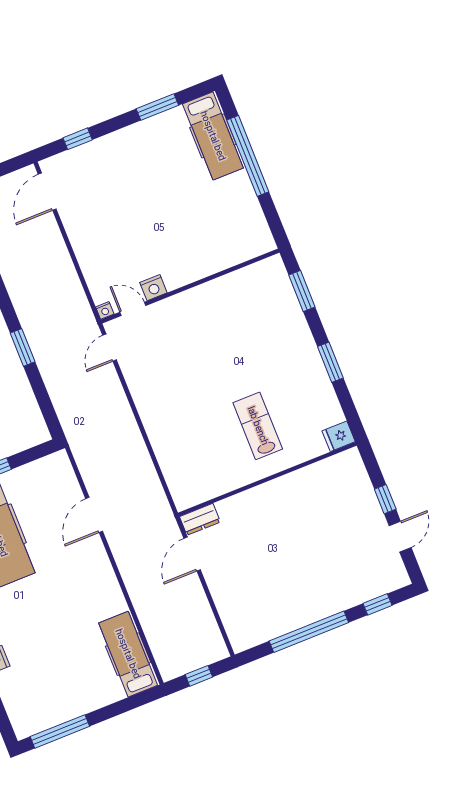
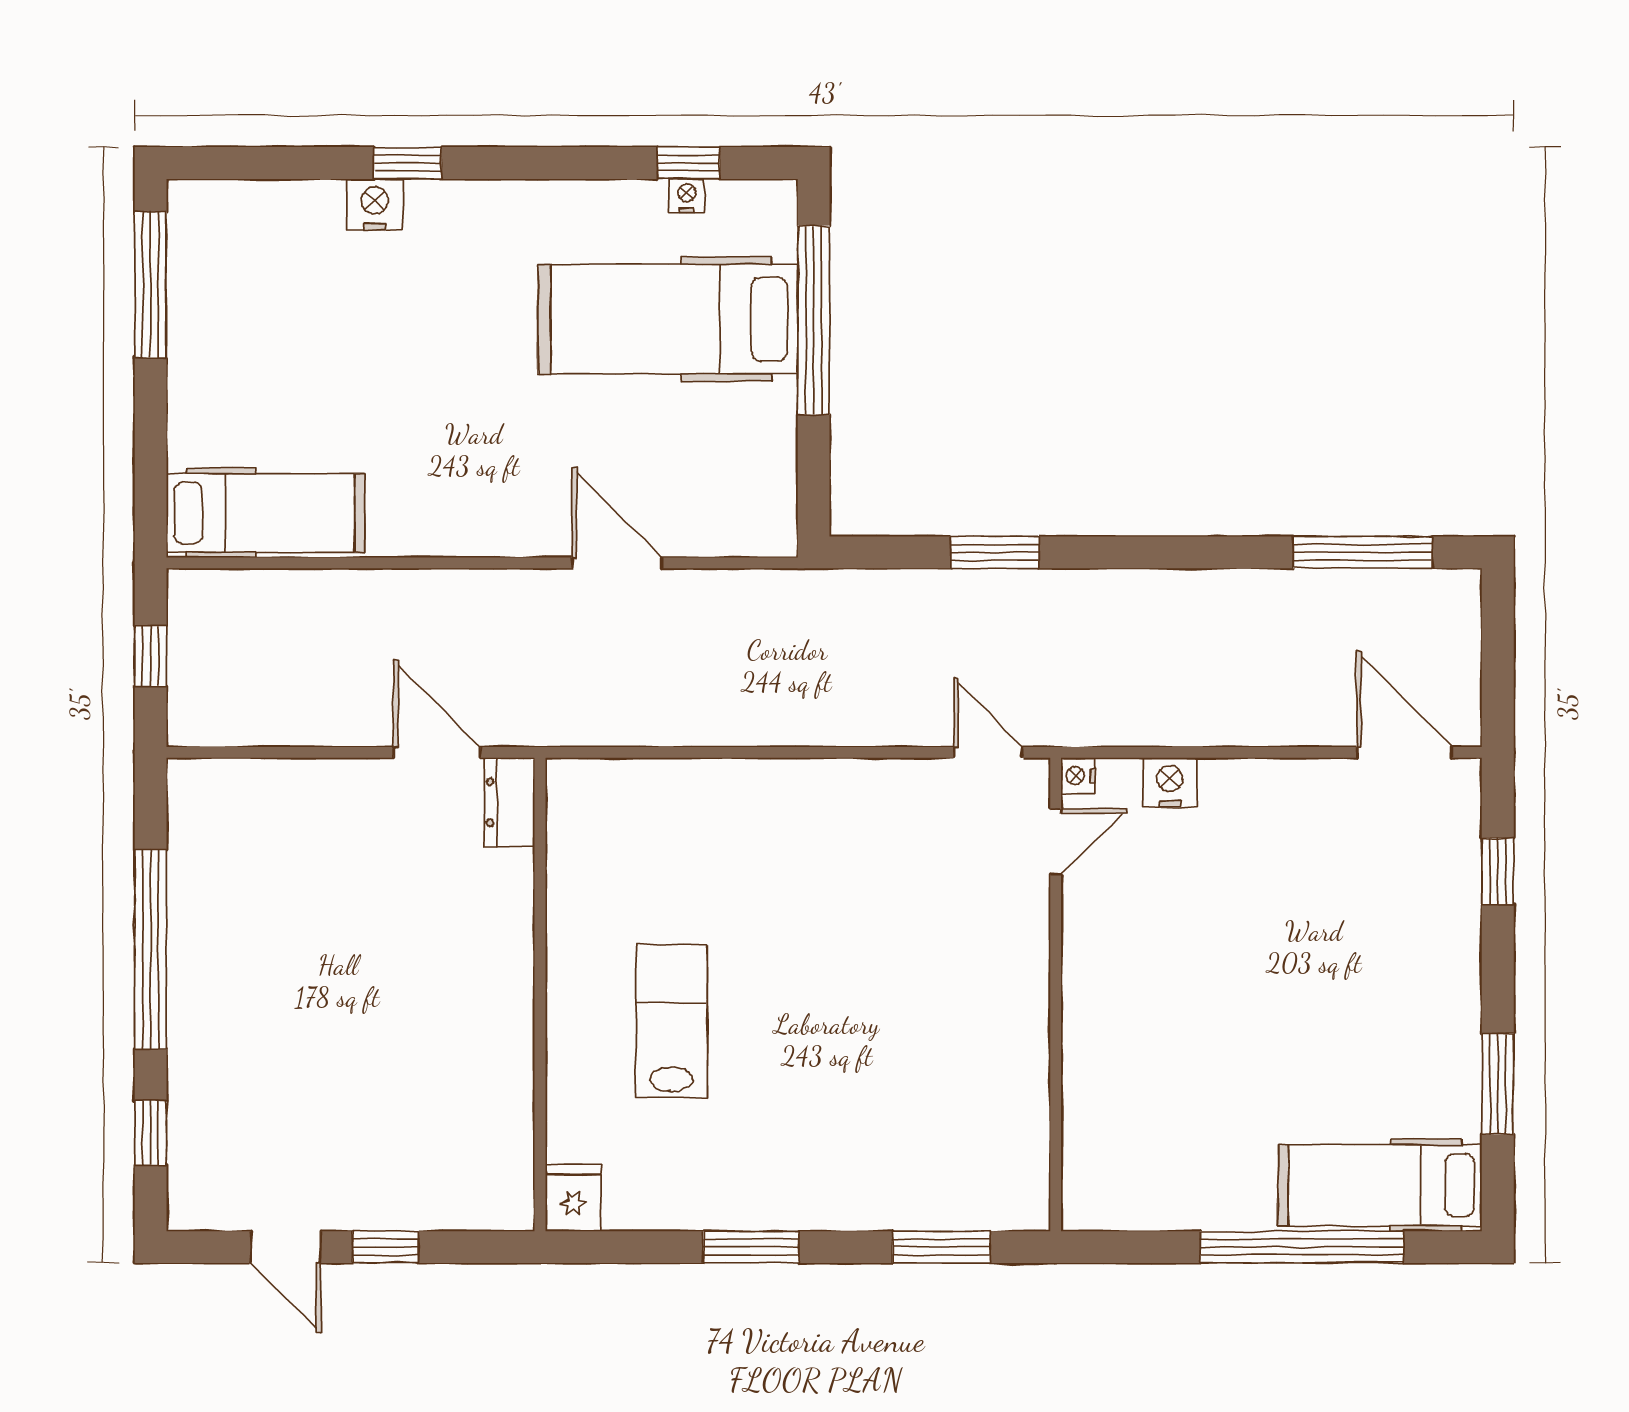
nightstand: (153, 288) -> (1170, 782), moved, turned 90
window: (23, 347) -> (995, 552), moved
lab bench: (258, 426) -> (672, 1021), turned -90

